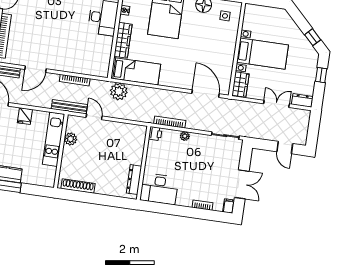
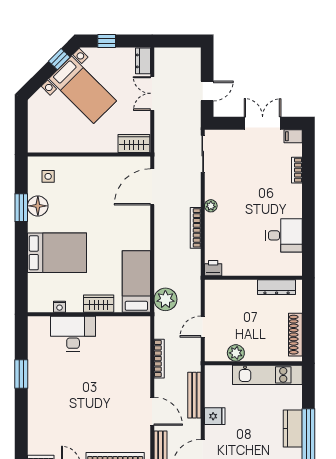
wardrobe: (123, 40) -> (99, 304), width x0.67
bed with nightstands: (263, 54) -> (83, 90), moved, turned 135
bench: (69, 107) -> (194, 395), moved
printer: (155, 134) -> (213, 268), moved
kitchen unit: (53, 139) -> (267, 375), moved
door: (285, 148) -> (207, 91), moved
wall: (144, 163) -> (253, 278), moved
dresser: (134, 180) -> (277, 287), moved
desk: (159, 189) -> (284, 235), width x0.73

